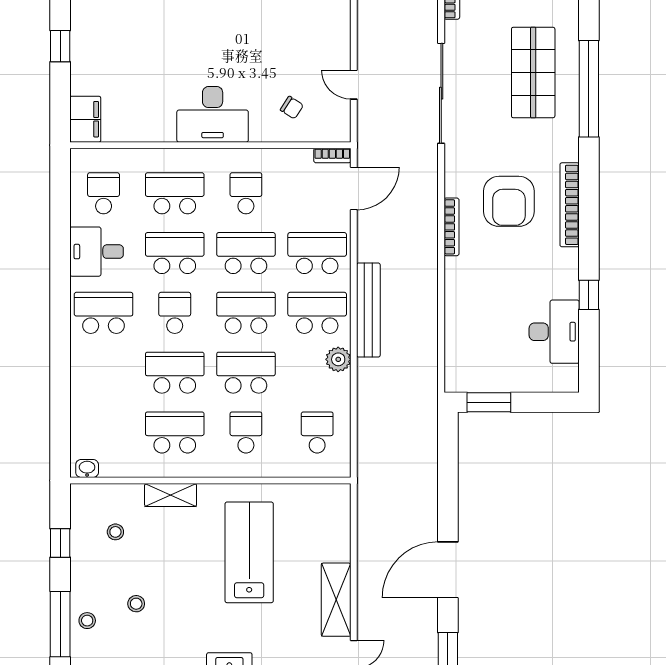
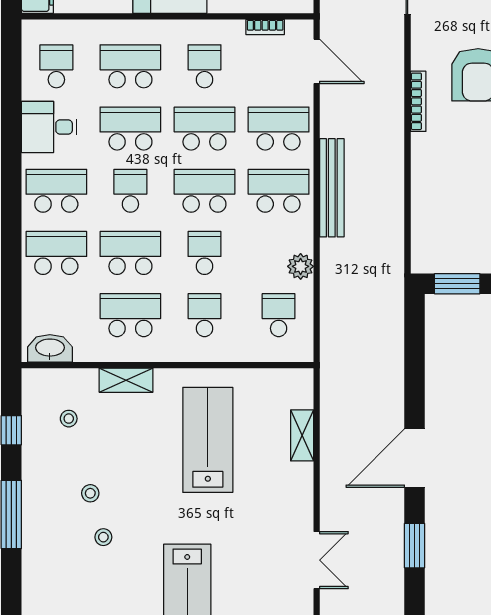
bookcase: (332, 156) -> (265, 27), moved
door: (354, 188) -> (317, 61), hinge flipped
plant: (338, 359) -> (301, 266), moved
school desk: (104, 373) -> (56, 253), added
school desk: (246, 373) -> (204, 253), width x0.54
washbasin: (87, 468) -> (50, 348), width x1.91, depth x1.45
shelving: (336, 600) -> (302, 435), moved, width x0.67, depth x0.75
stool: (87, 621) -> (103, 537), moved

